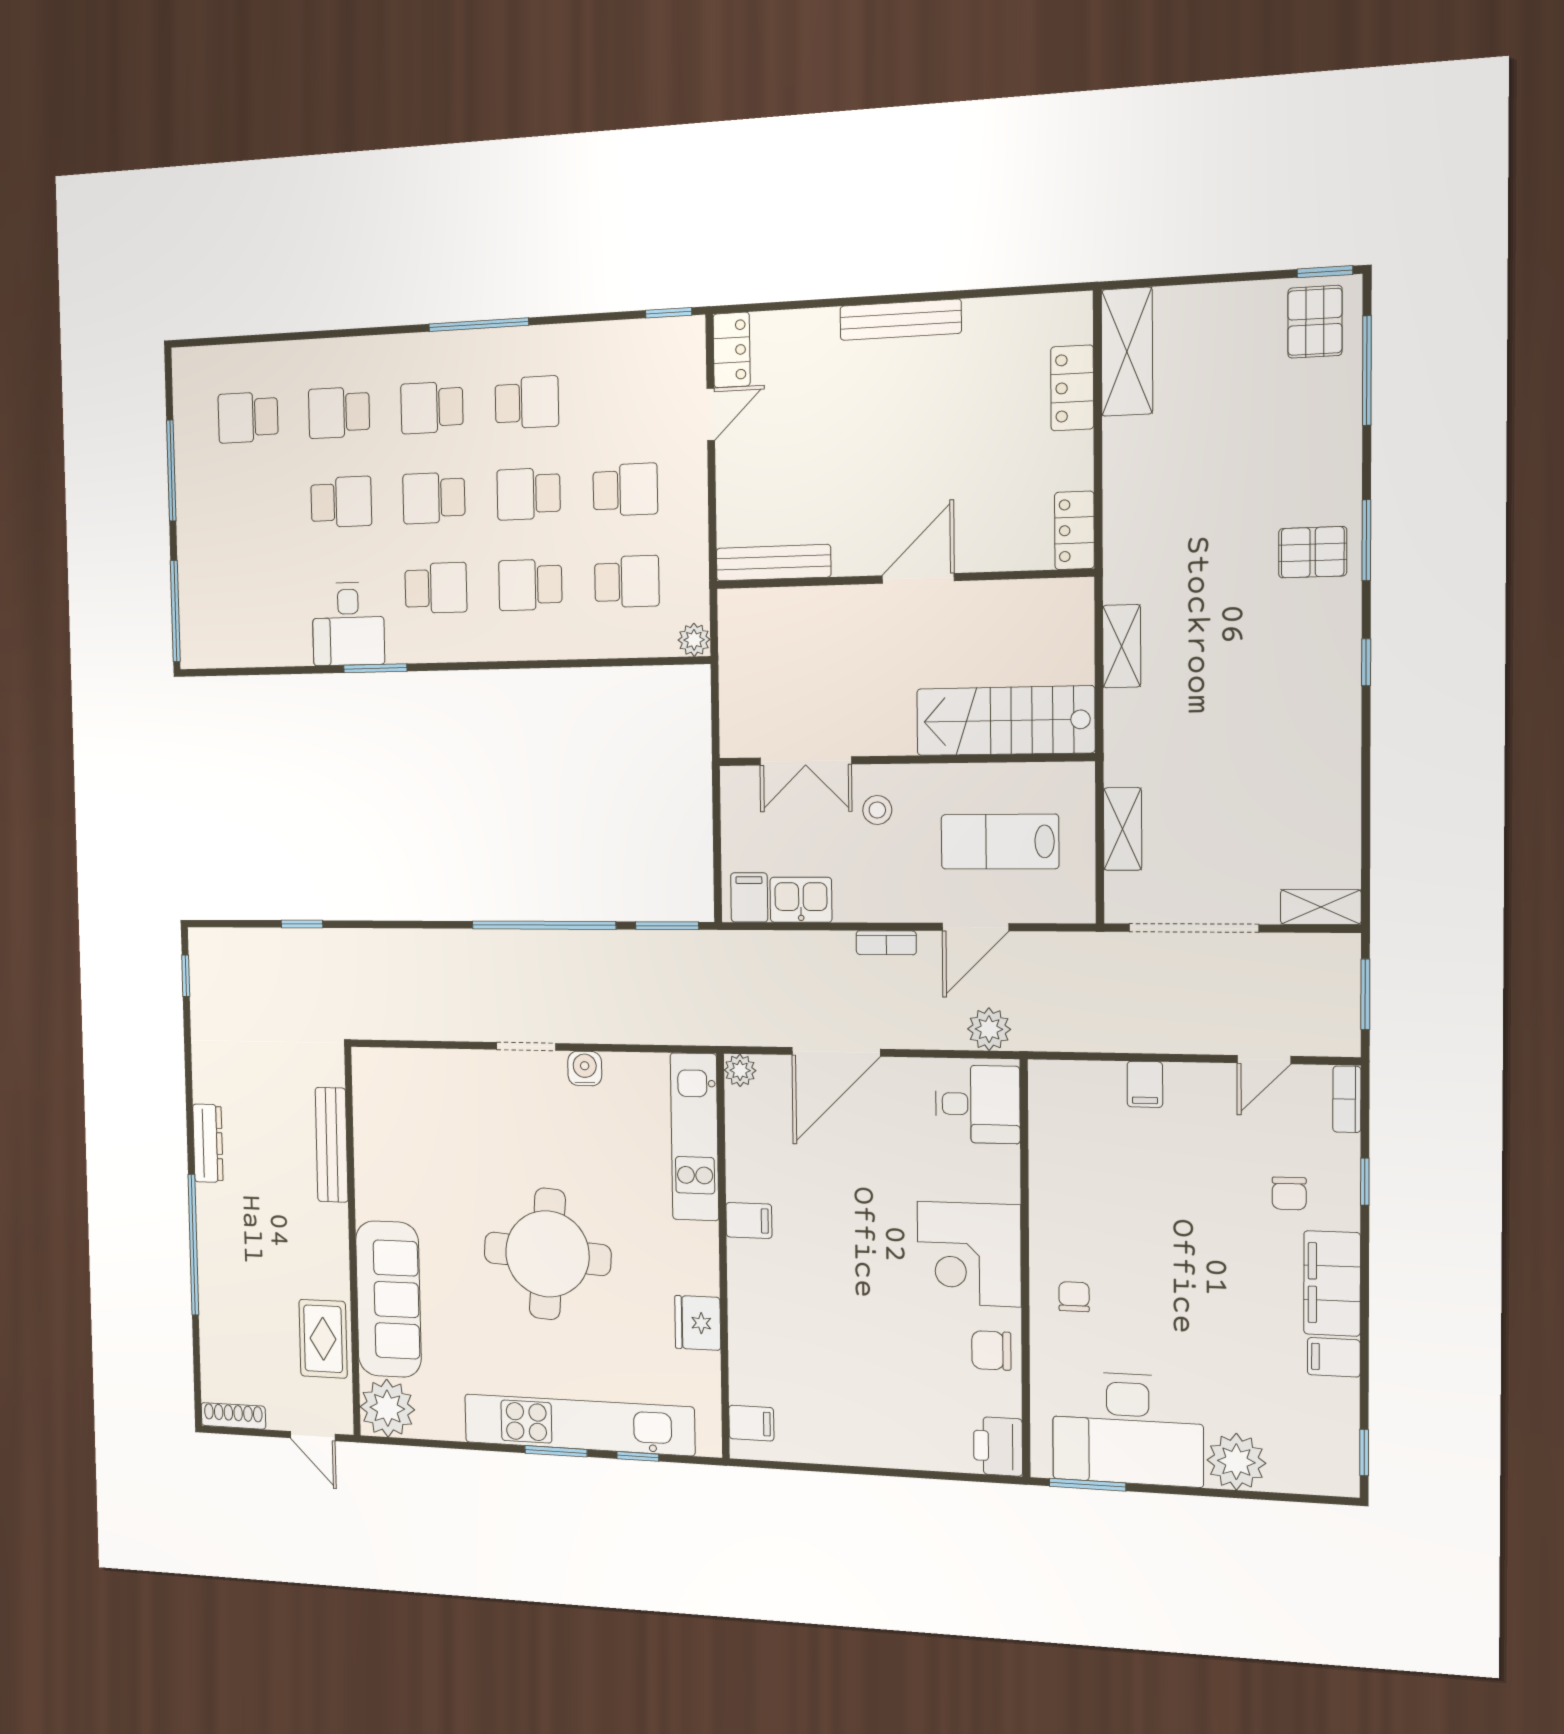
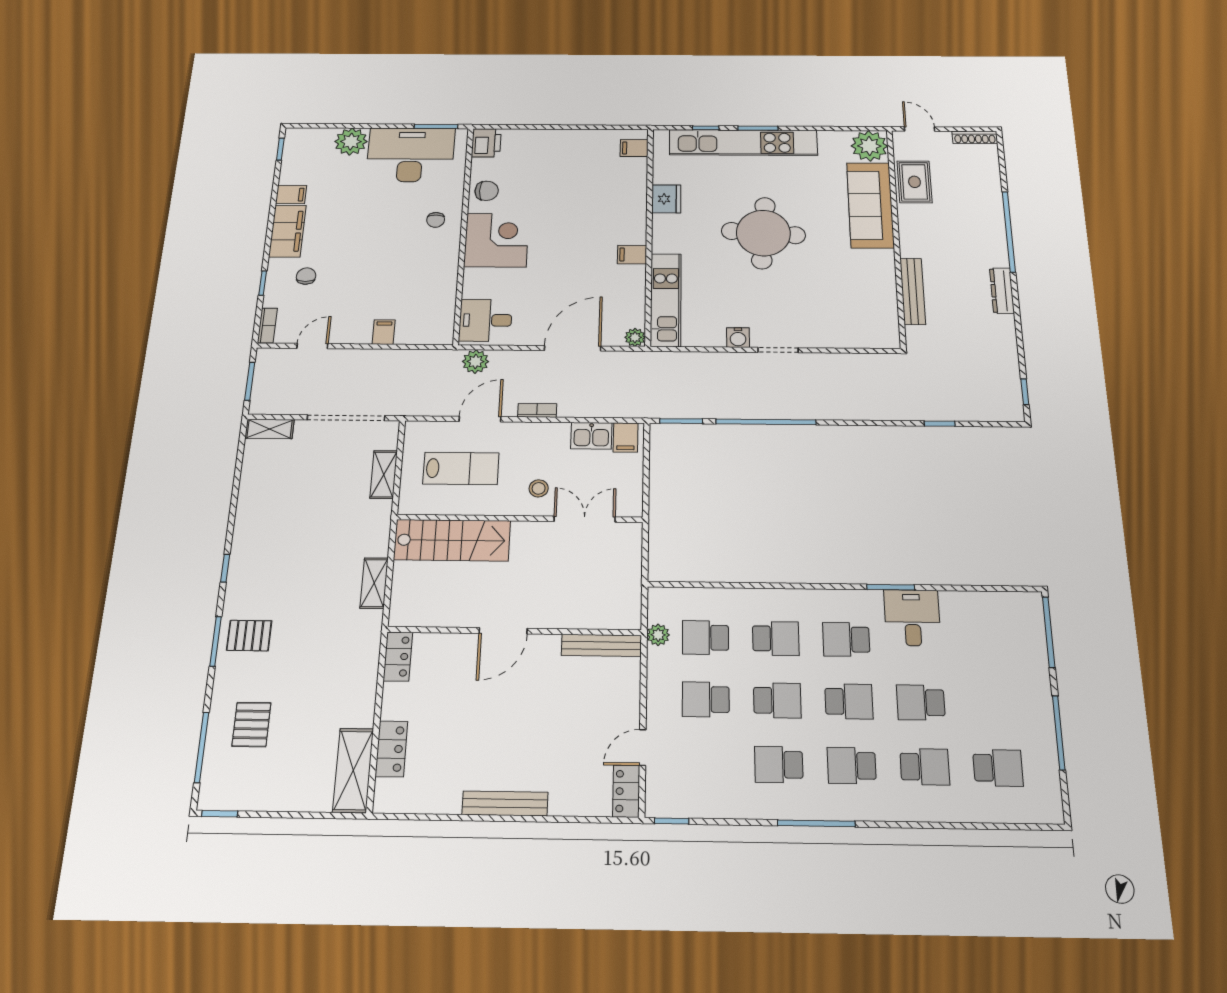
pallet: (1315, 322) -> (251, 724), moved
school desk: (432, 408) -> (852, 766), turned 180
plant: (694, 640) -> (658, 635), moved

